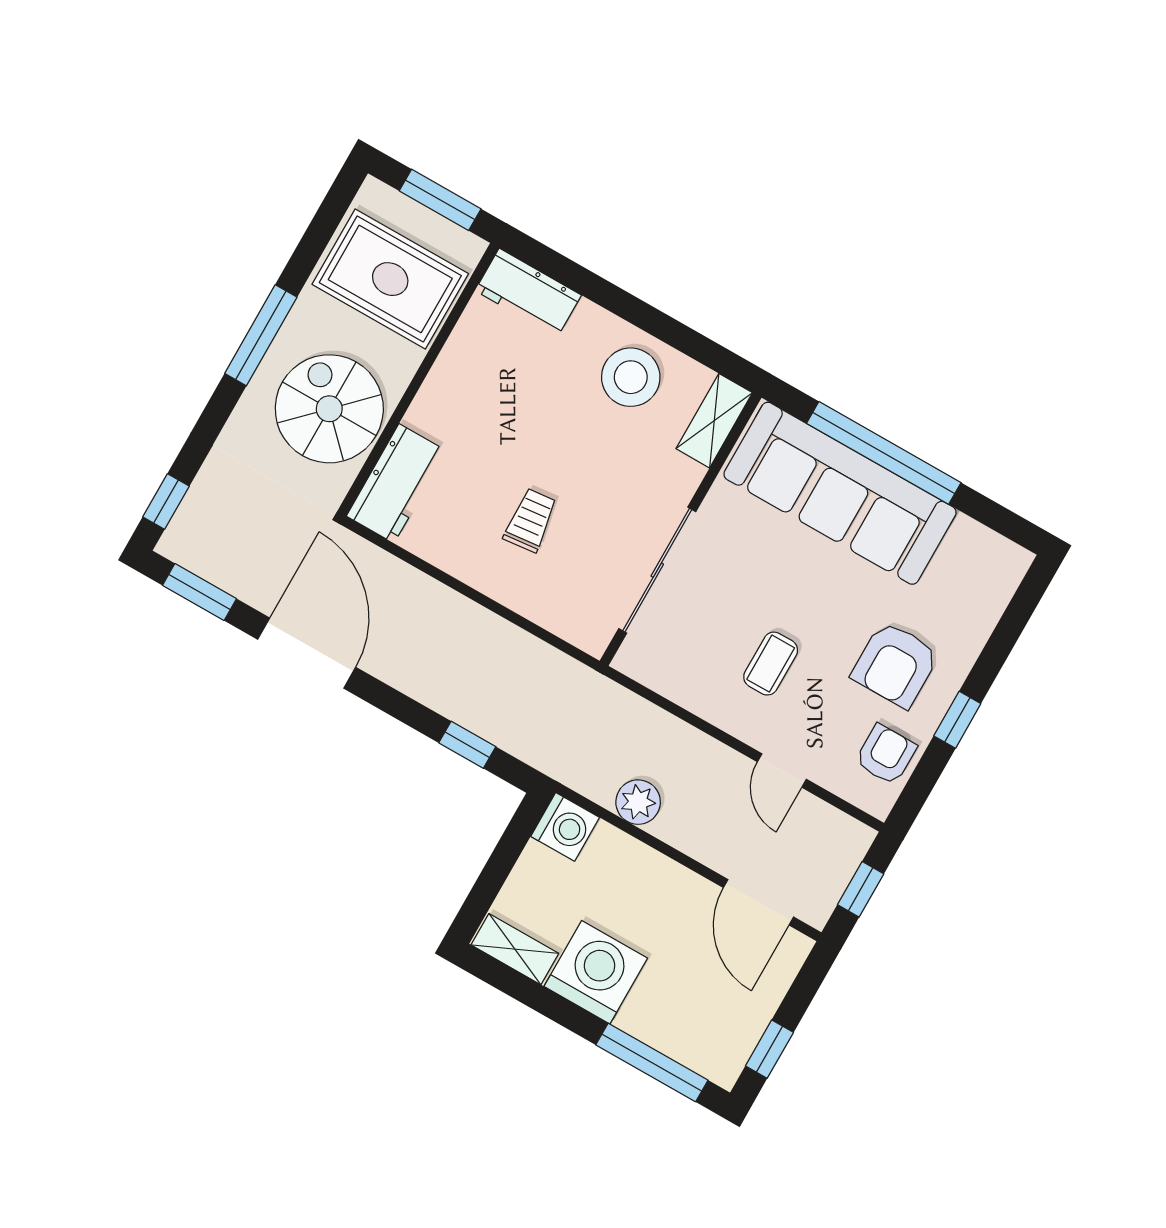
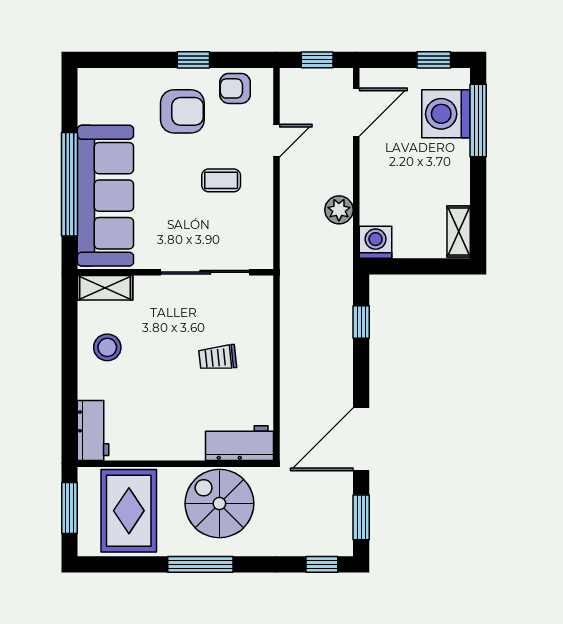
stool: (631, 377) -> (107, 347), width x0.73, depth x0.73
spiral stairs: (329, 409) -> (219, 504), turned 90
washing machine: (596, 972) -> (446, 114), moved

